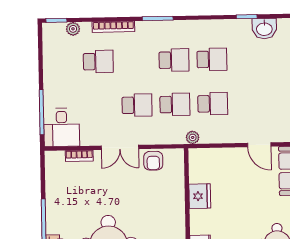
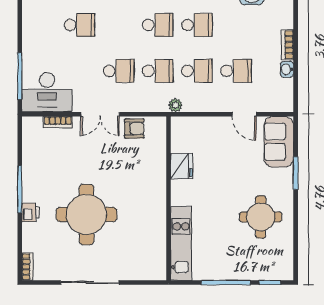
school desk: (251, 103) -> (236, 71), added
desk: (62, 127) -> (47, 92), width x1.37
armchair: (153, 161) -> (134, 129), turned -90

